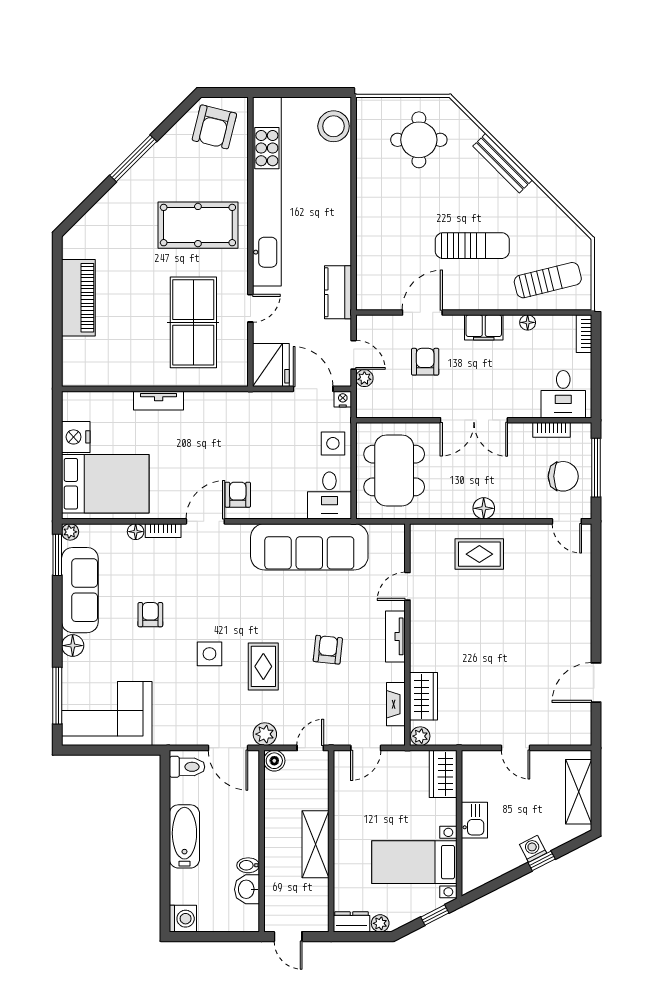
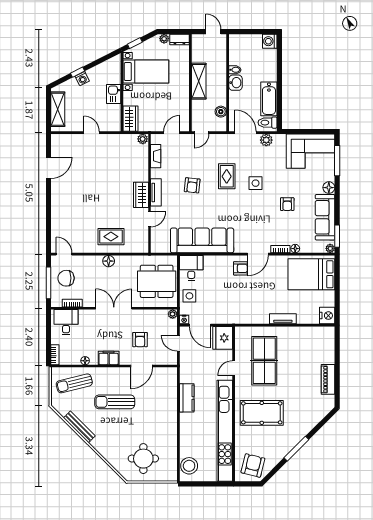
bench: (503, 163) -> (79, 427), moved
kitchen counter: (338, 292) -> (187, 398), moved
piano: (78, 298) -> (328, 379), width x0.73, depth x0.75
plant: (364, 378) -> (173, 314), moved
nightstand: (76, 437) -> (327, 316), moved
dining table: (394, 470) -> (157, 281), turned 90
armchair: (238, 495) -> (240, 268), turned -90
wardrobe: (423, 696) -> (141, 195), moved
plant: (265, 734) -> (266, 140), moved
boiler: (274, 761) -> (221, 112), moved
bathtub: (184, 836) -> (269, 99), moved
washbasin: (247, 889) -> (235, 83), moved

